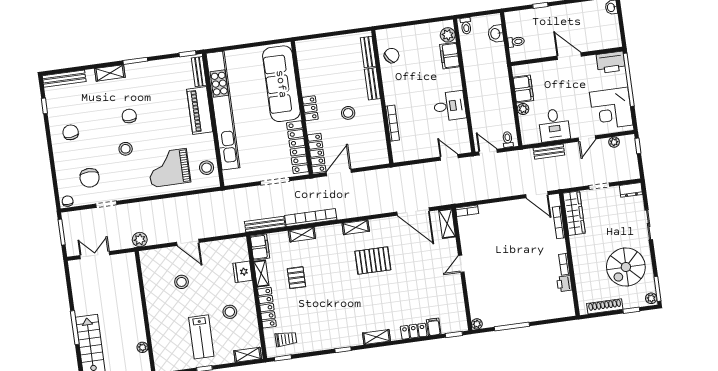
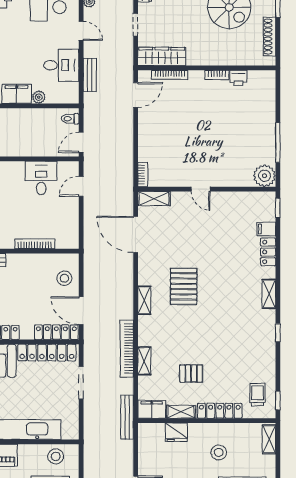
desk: (450, 106) -> (41, 178), moved
stool: (348, 113) -> (64, 278), moved
door: (413, 212) -> (136, 234), swing flipped
bench: (265, 224) -> (127, 417), moved
plant: (477, 324) -> (264, 176), width x1.88, depth x1.88

